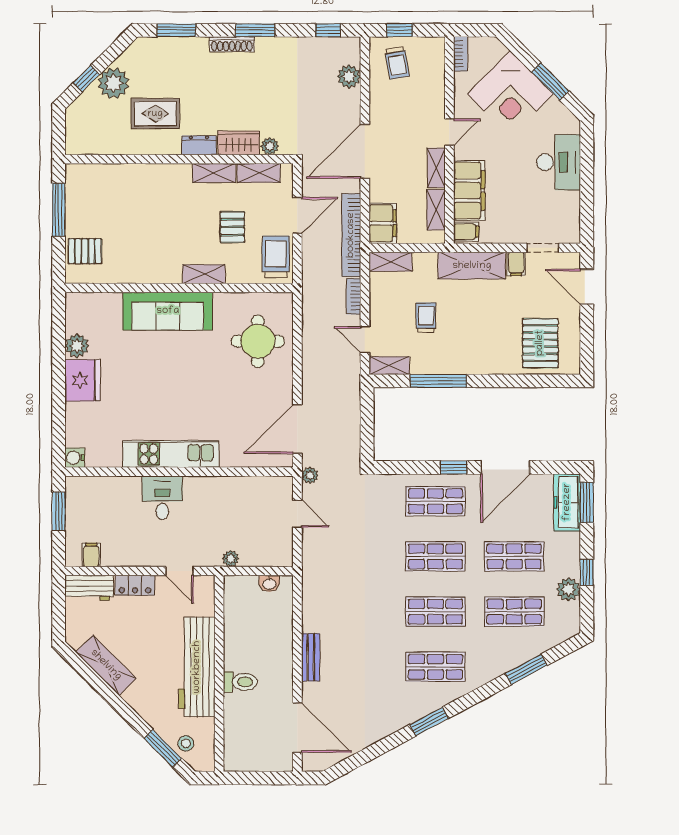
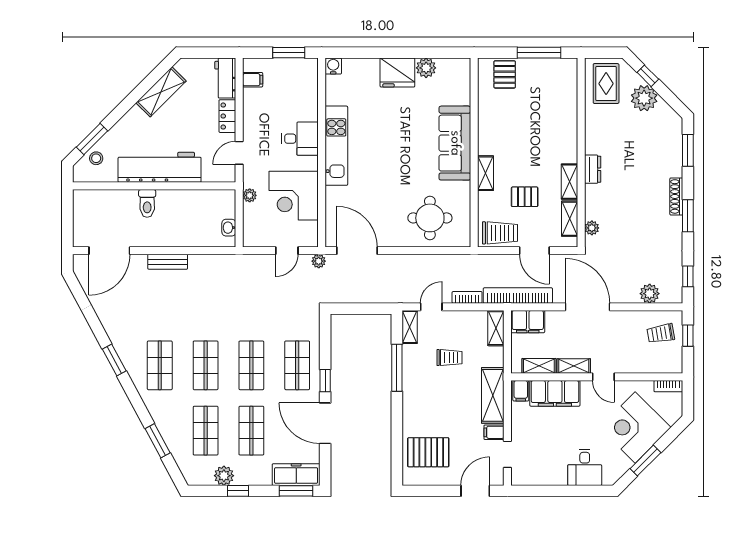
rug: (155, 114) -> (606, 84), moved
wardrobe: (239, 143) -> (595, 202), removed
desk: (559, 162) -> (585, 467), width x0.73
corner desk: (231, 506) -> (294, 196), added

